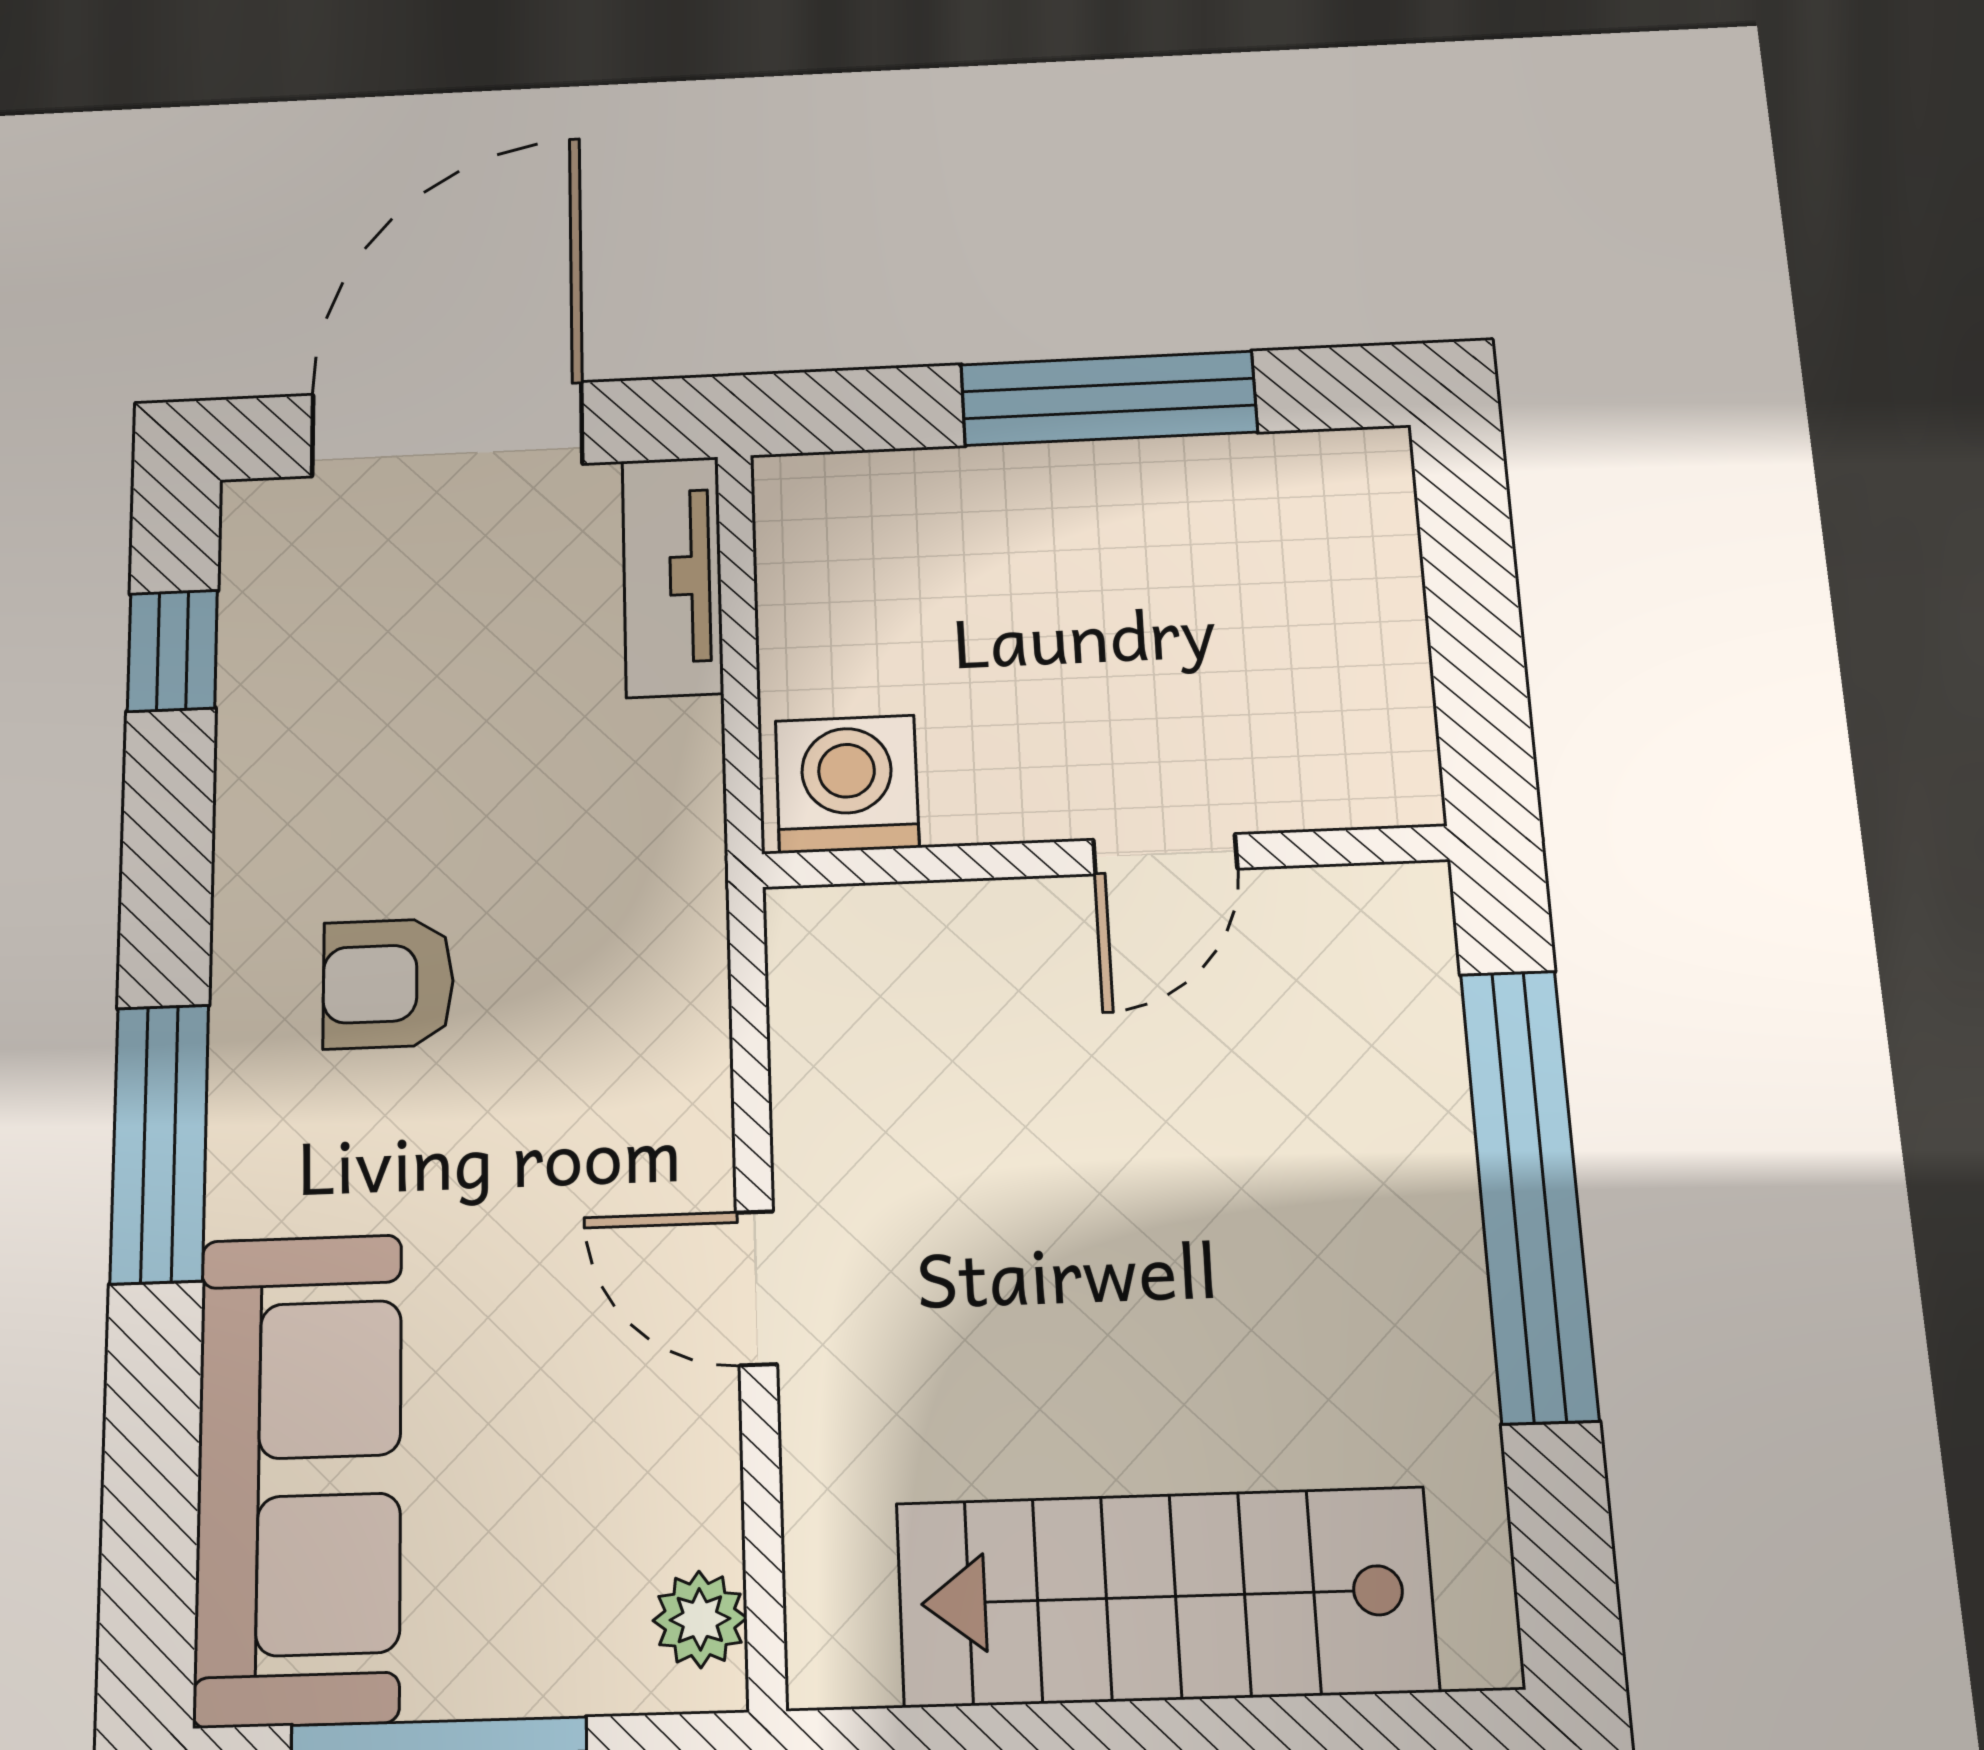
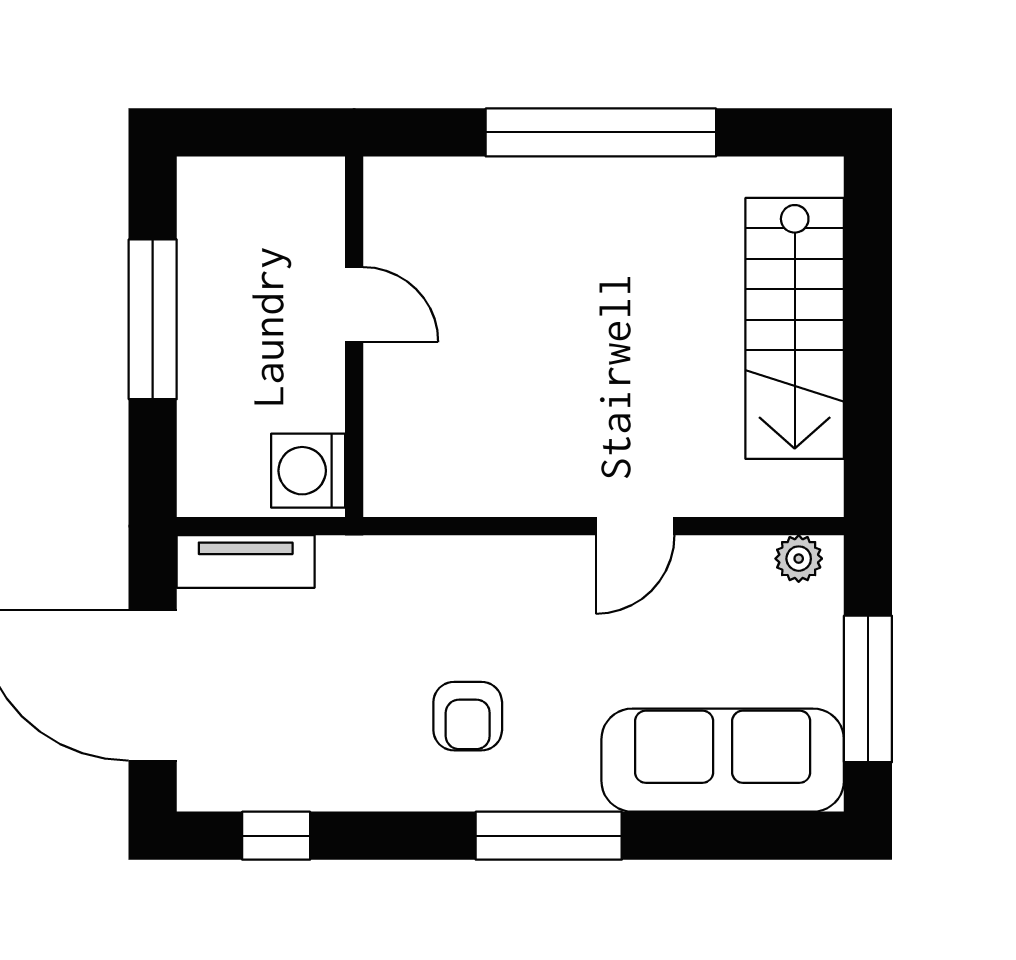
washing machine: (847, 784) -> (308, 471), moved
door: (1165, 854) -> (354, 305), moved
wall: (1104, 857) -> (354, 337), moved

